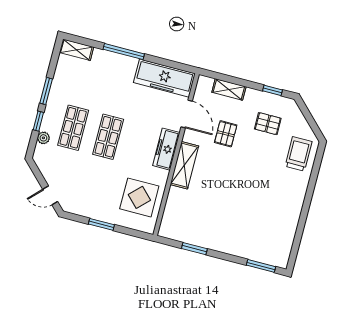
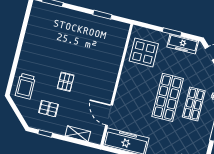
pallet: (226, 134) -> (66, 82), moved
shop shelf: (108, 137) -> (168, 97), width x1.43, depth x1.36
freezer: (166, 149) -> (183, 44), moved, turned 90
shelving: (184, 165) -> (110, 77), removed

